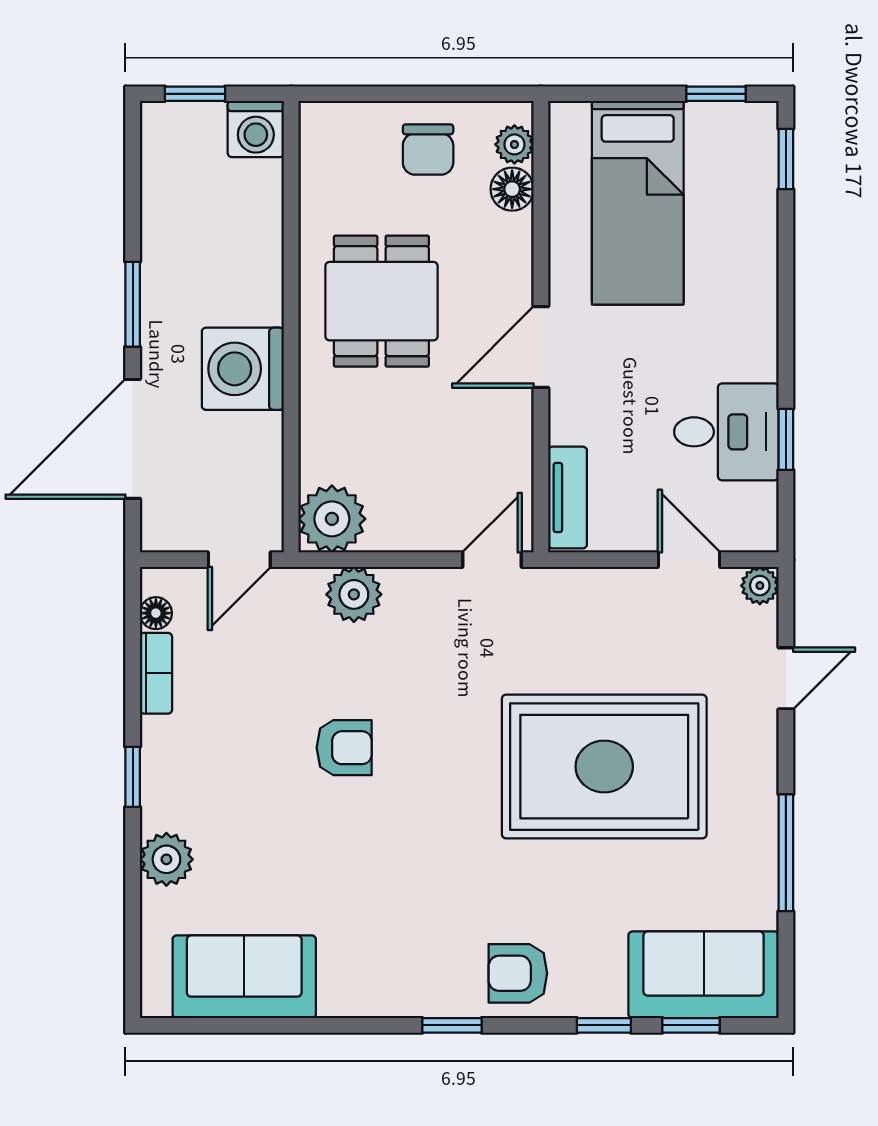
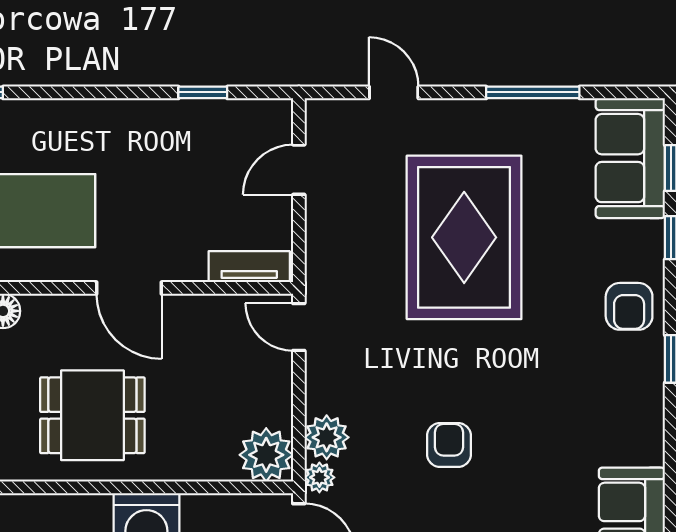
desk: (726, 432) -> (197, 140), removed
plant: (760, 586) -> (319, 477), moved

